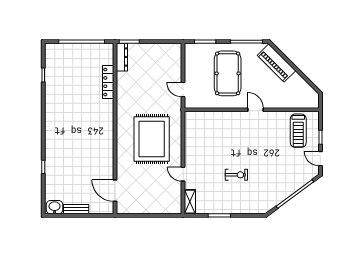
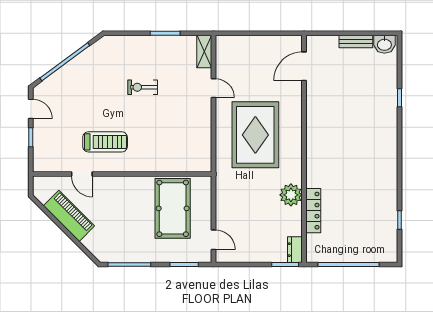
dresser: (122, 57) -> (295, 250), width x0.70
piano: (276, 63) -> (69, 216), moved
pool table: (228, 73) -> (173, 208), moved
door: (183, 89) -> (214, 240), moved
plant: (125, 94) -> (291, 195), added
door: (255, 110) -> (82, 174), moved
treadmill: (298, 131) -> (105, 142), moved, turned 90
door: (115, 191) -> (304, 66), swing flipped

